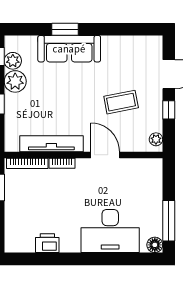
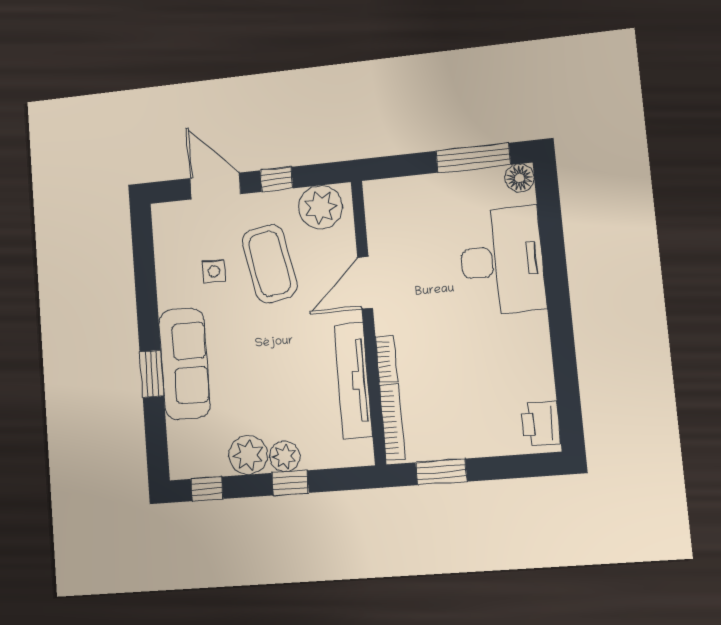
plant: (13, 61) -> (285, 457), moved
side table: (120, 70) -> (214, 271), added
coffee table: (121, 102) -> (270, 264), width x1.36, depth x1.32
plant: (156, 139) -> (320, 207), width x1.87, depth x1.87
printer: (47, 243) -> (541, 423), moved

